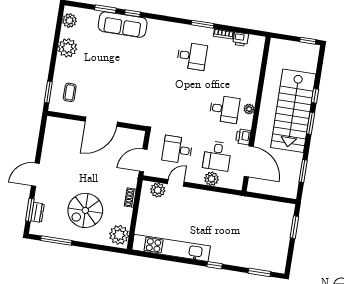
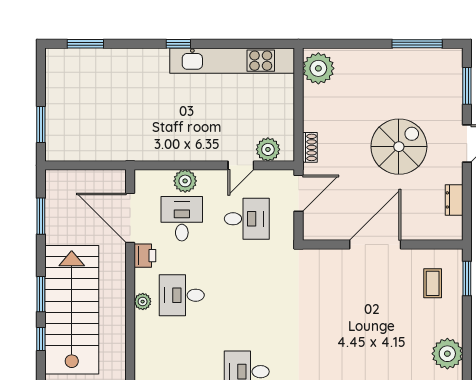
shoe rack: (130, 198) -> (310, 147), moved
spiral stairs: (85, 210) -> (399, 147), moved
dresser: (37, 212) -> (454, 200), moved
window: (214, 265) -> (178, 44), moved

